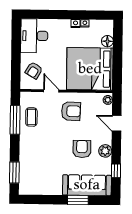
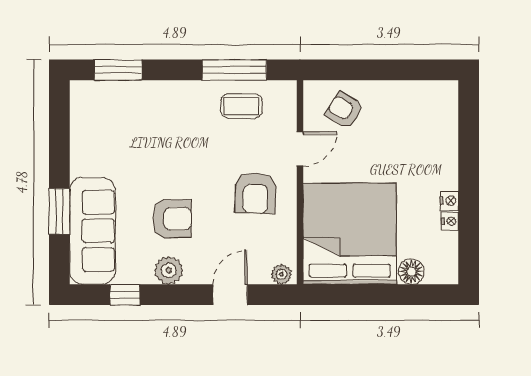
desk: (34, 36) -> (421, 110), removed

